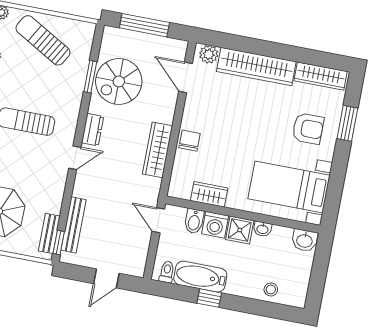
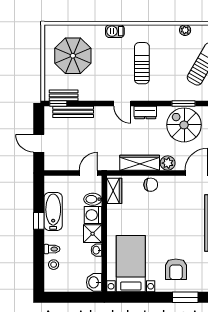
plant: (165, 113) -> (168, 163), added
wardrobe: (209, 194) -> (114, 191), moved
toilet: (167, 272) -> (52, 249), moved

